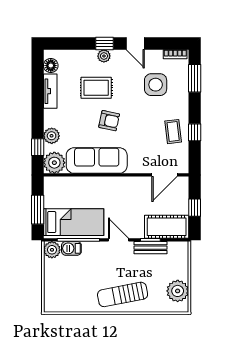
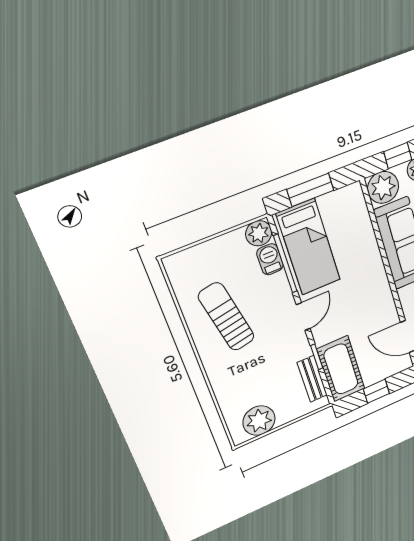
bench: (151, 248) -> (312, 379), moved
sun lounger: (123, 294) -> (226, 317), moved

